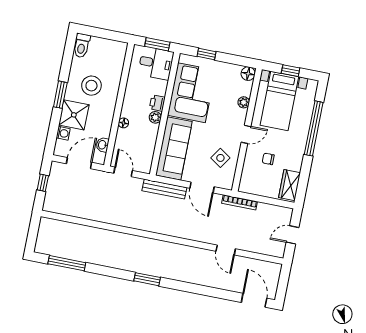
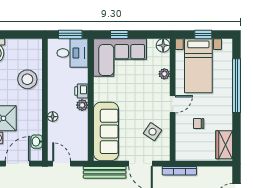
stool: (91, 86) -> (27, 79), moved
corner sofa: (192, 93) -> (120, 57), moved, turned 90

